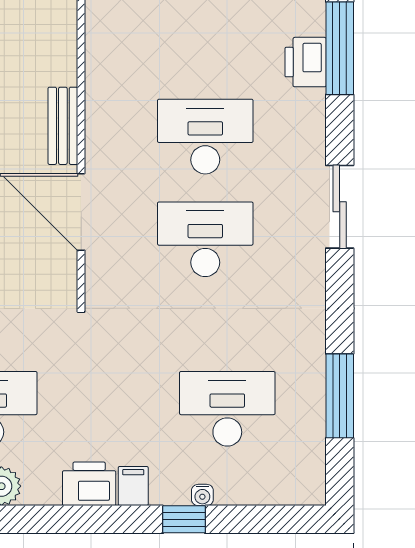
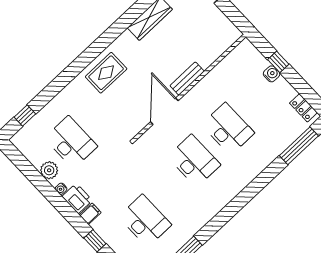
printer: (306, 62) -> (284, 139), removed
sliding door: (340, 207) -> (247, 195), removed
water cooler: (202, 495) -> (61, 189), moved

